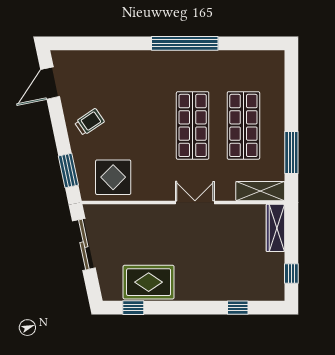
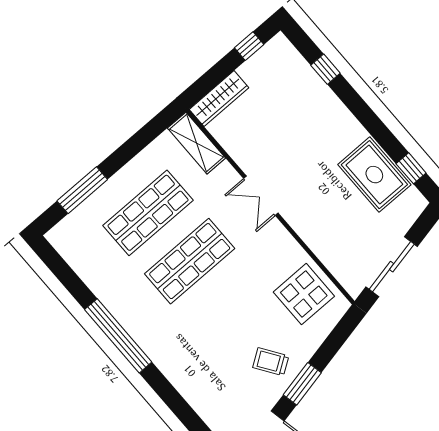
window: (291, 152) -> (82, 190), moved
window: (68, 170) -> (302, 384), moved

